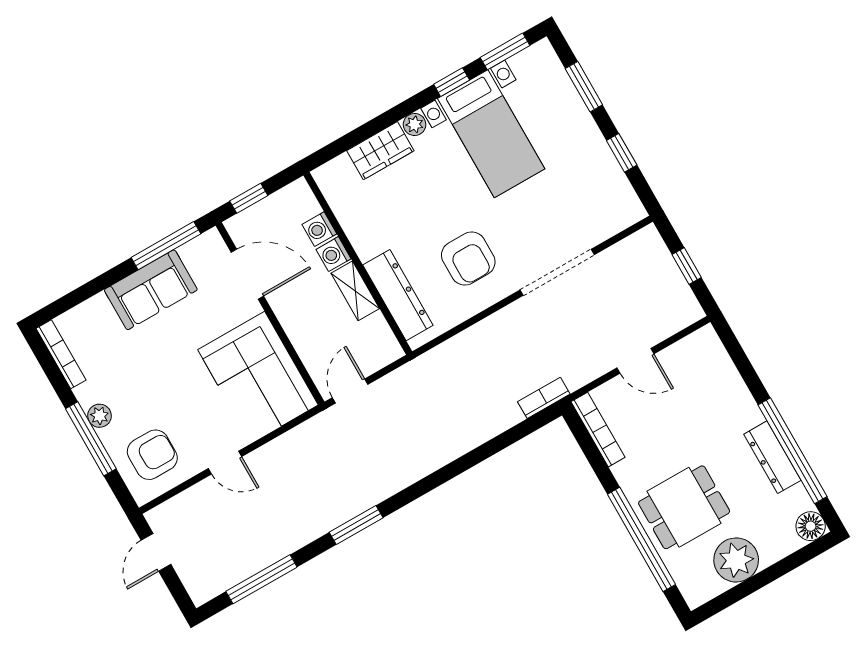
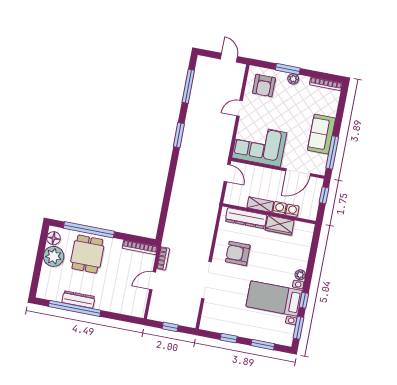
wardrobe: (380, 151) -> (280, 225), moved, turned -90
bookcase: (544, 398) -> (163, 258), moved
window: (91, 439) -> (288, 69), width x0.69
floor lamp: (811, 526) -> (54, 238), moved

